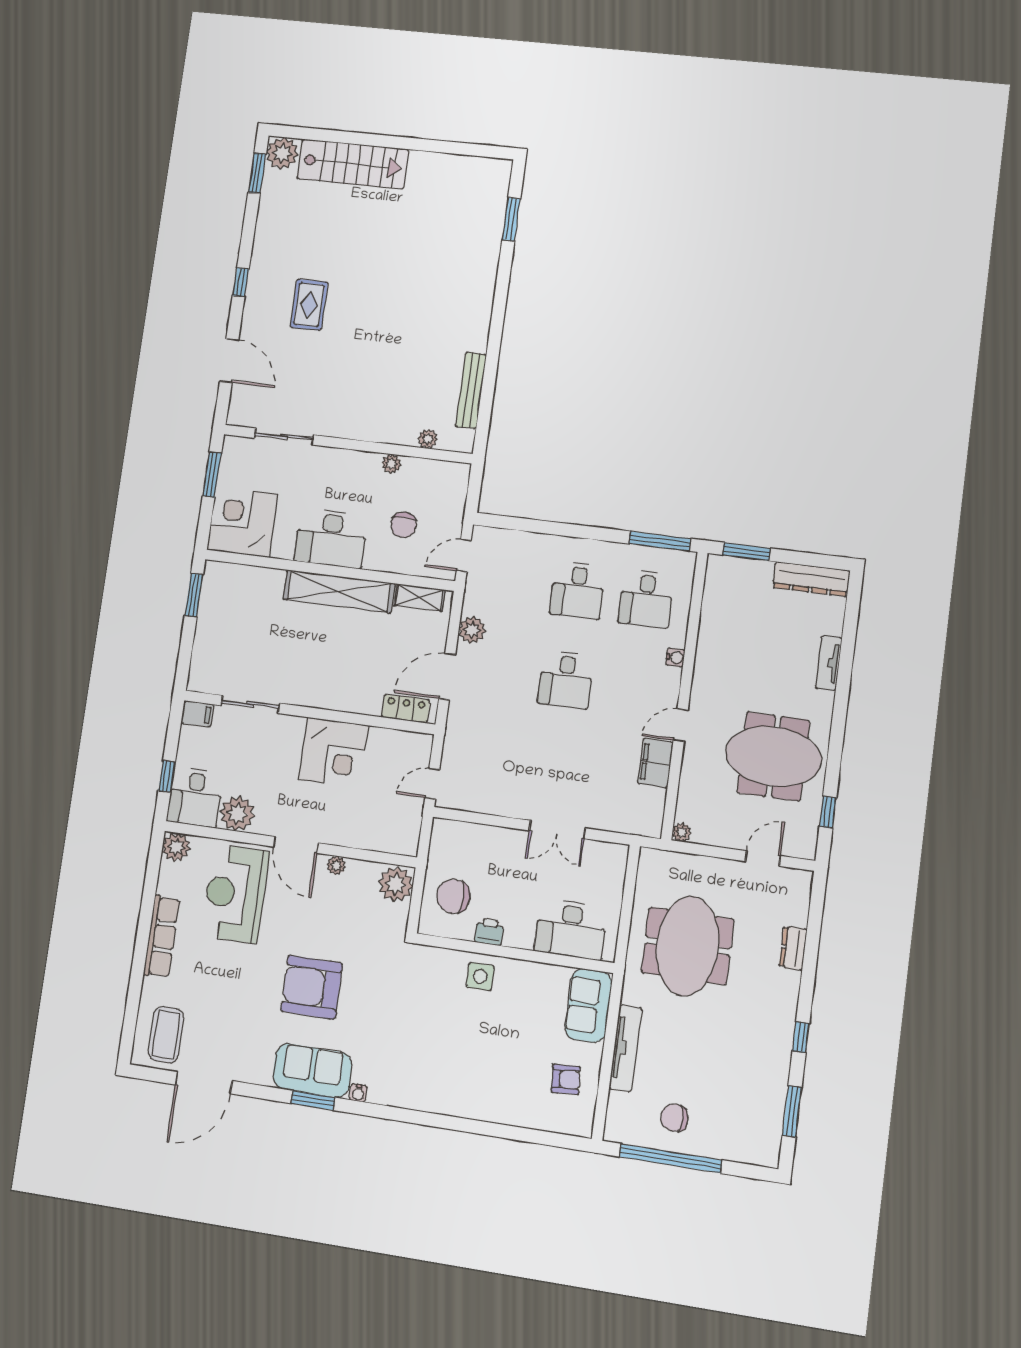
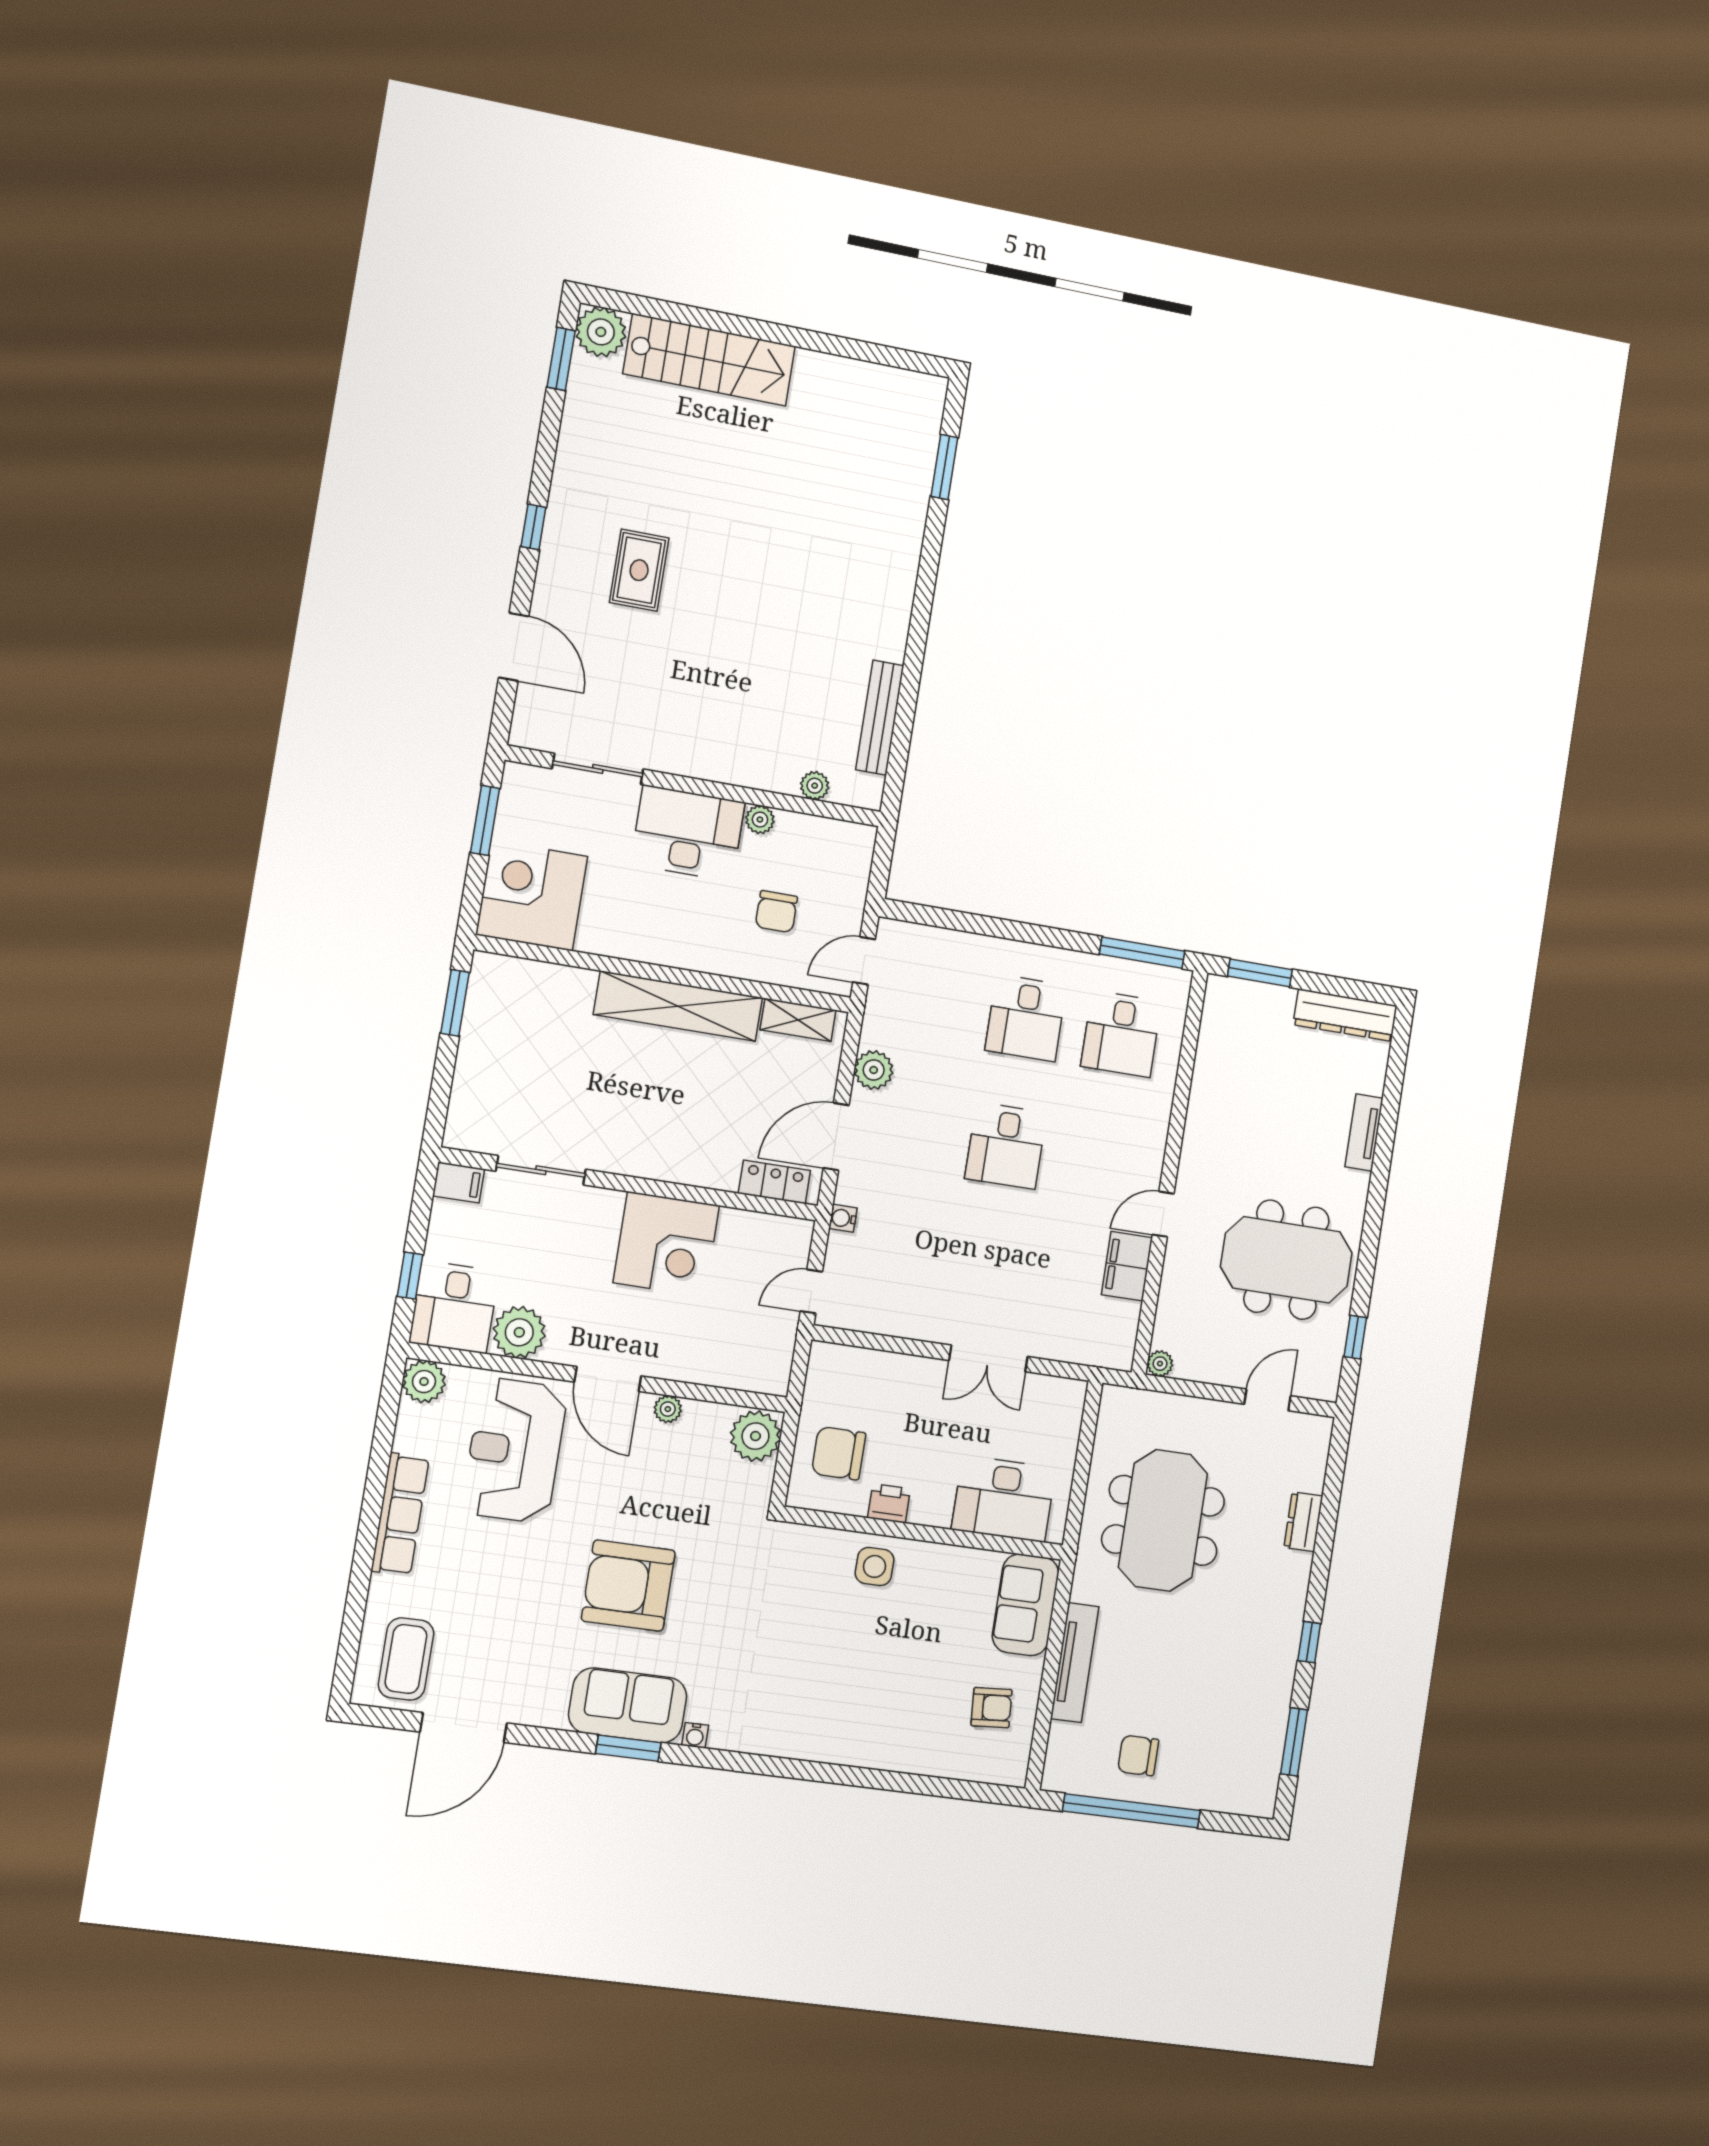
desk: (331, 538) -> (688, 833), moved, turned 180
water cooler: (675, 657) -> (843, 1218), moved, turned 180

